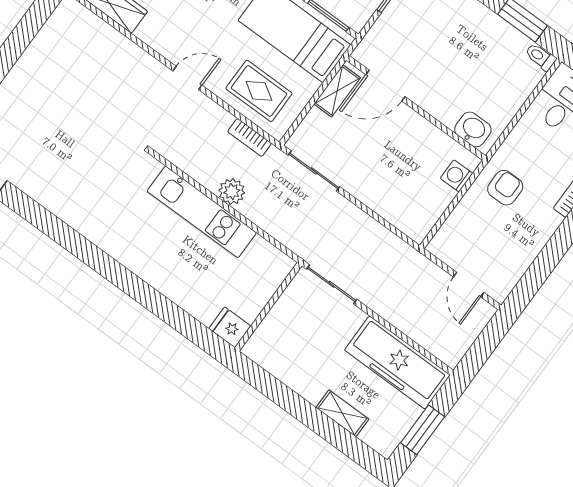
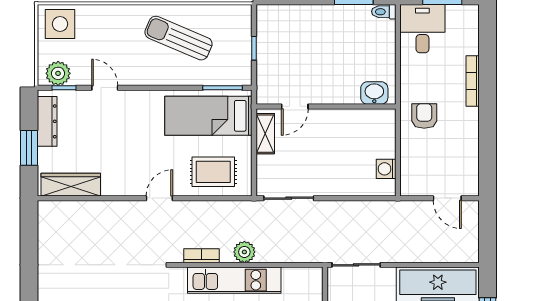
door: (385, 86) -> (295, 106), width x0.73
bookcase: (250, 137) -> (202, 256), moved, turned 180
washing machine: (456, 176) -> (386, 169), moved

